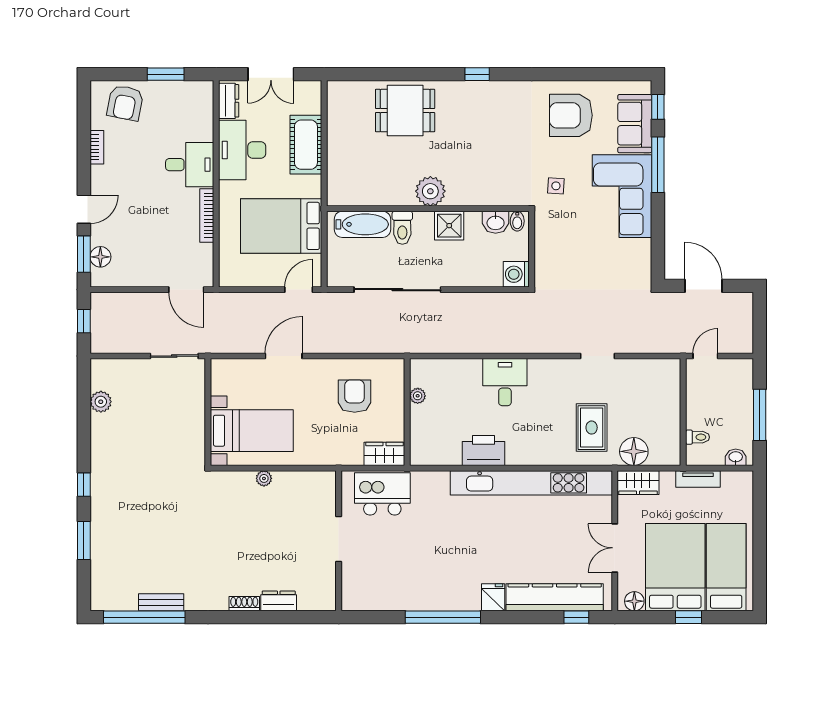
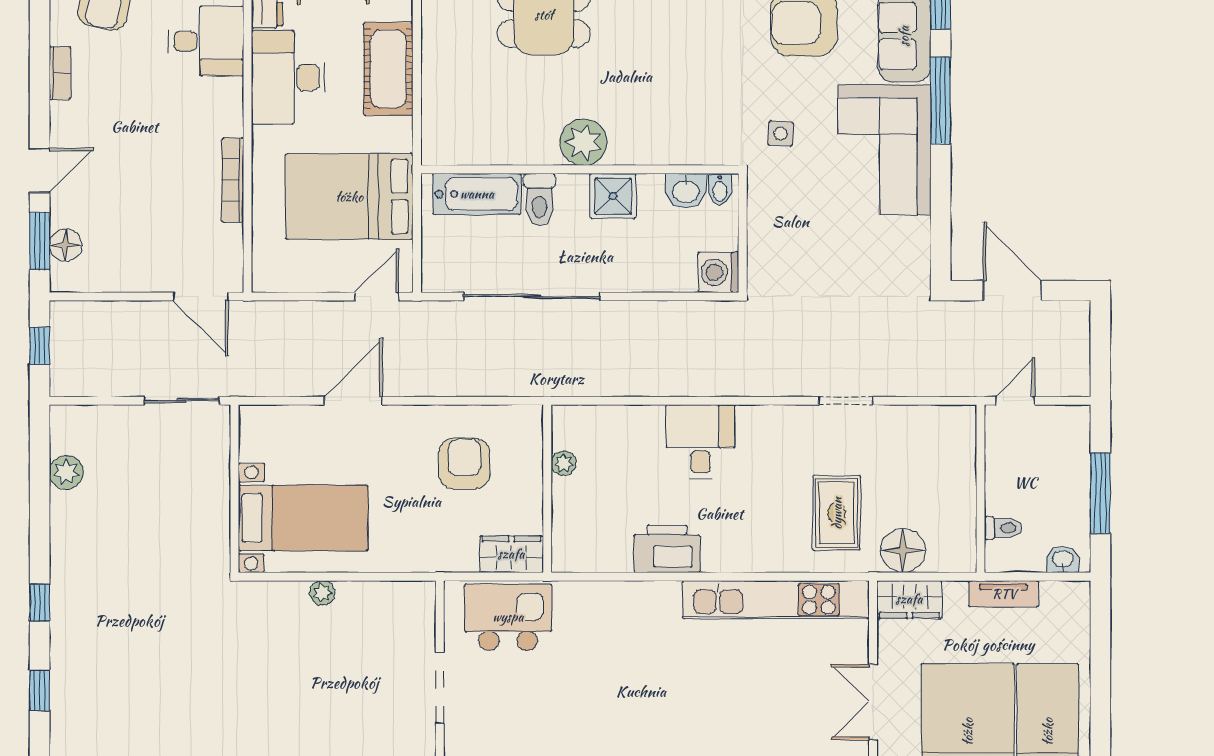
desk: (190, 165) -> (206, 41), moved
kitchen unit: (531, 483) -> (776, 600), width x0.73
window: (84, 540) -> (40, 690), width x0.67

